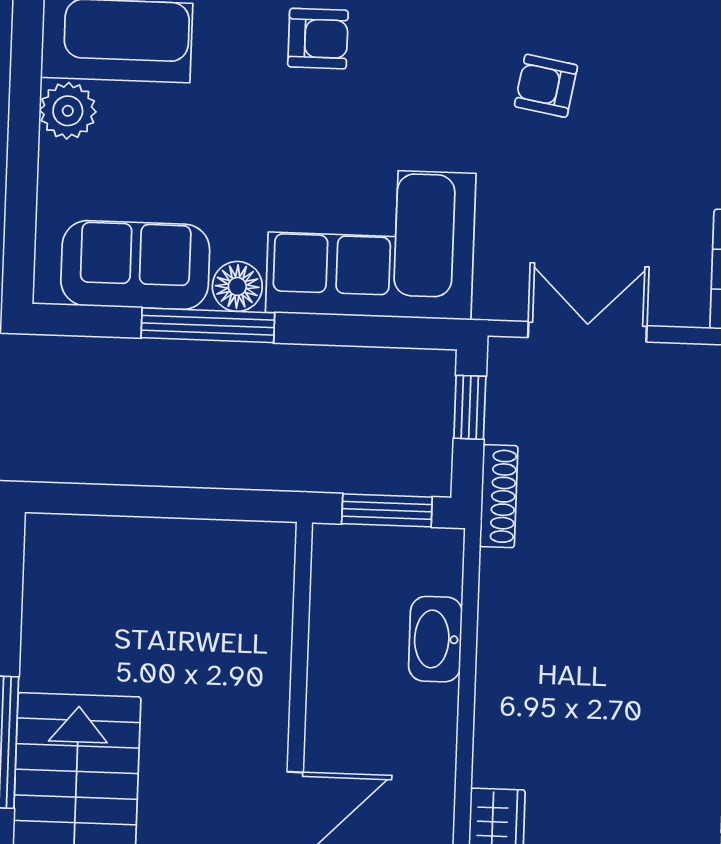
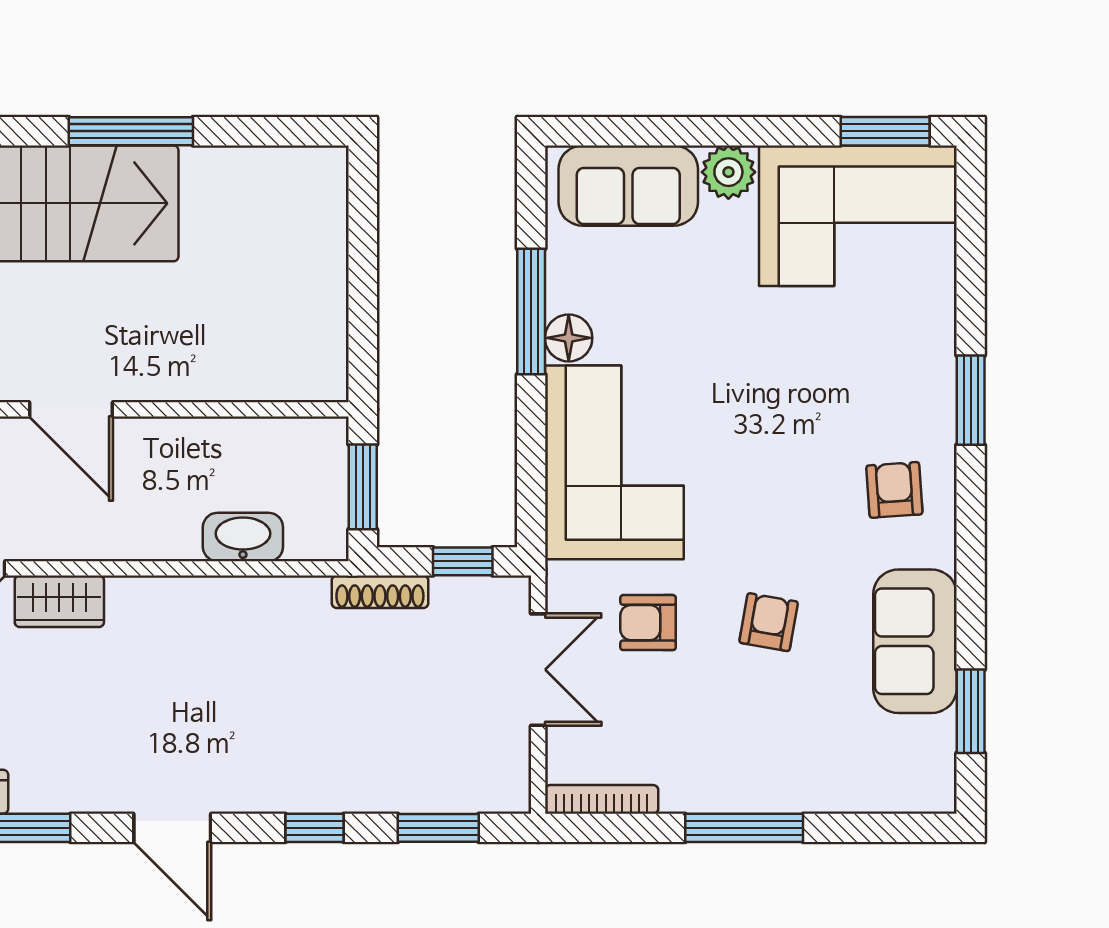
armchair: (318, 39) -> (648, 623), moved, turned 90
sofa: (135, 265) -> (628, 186), moved, turned 90

